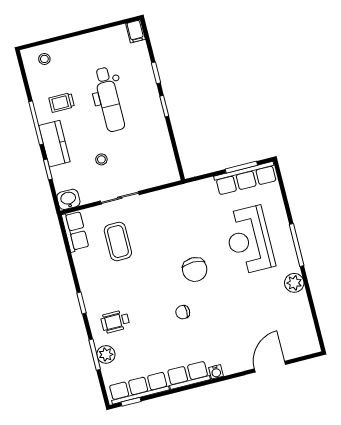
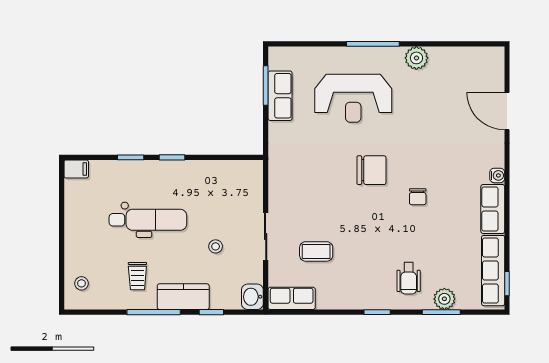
row of seats: (246, 178) -> (280, 96), width x0.68
coffee table: (118, 241) -> (316, 251), width x0.73, depth x0.77

